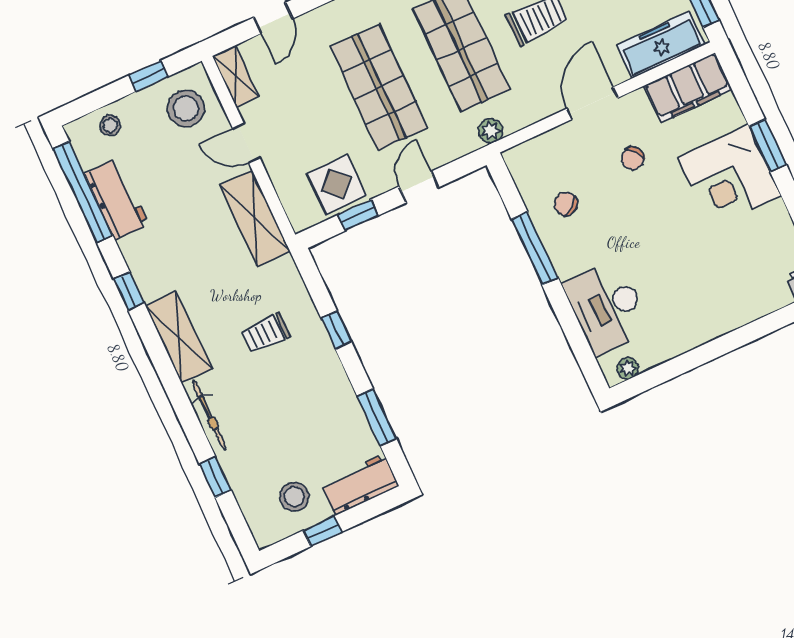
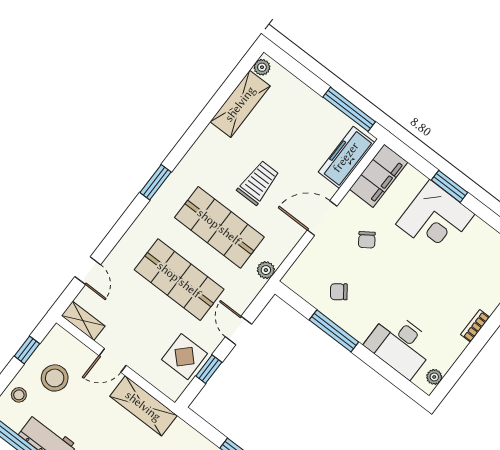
door: (592, 103) -> (322, 218), hinge flipped
stool: (186, 108) -> (55, 378), moved
bookcase: (710, 332) -> (475, 326), added

